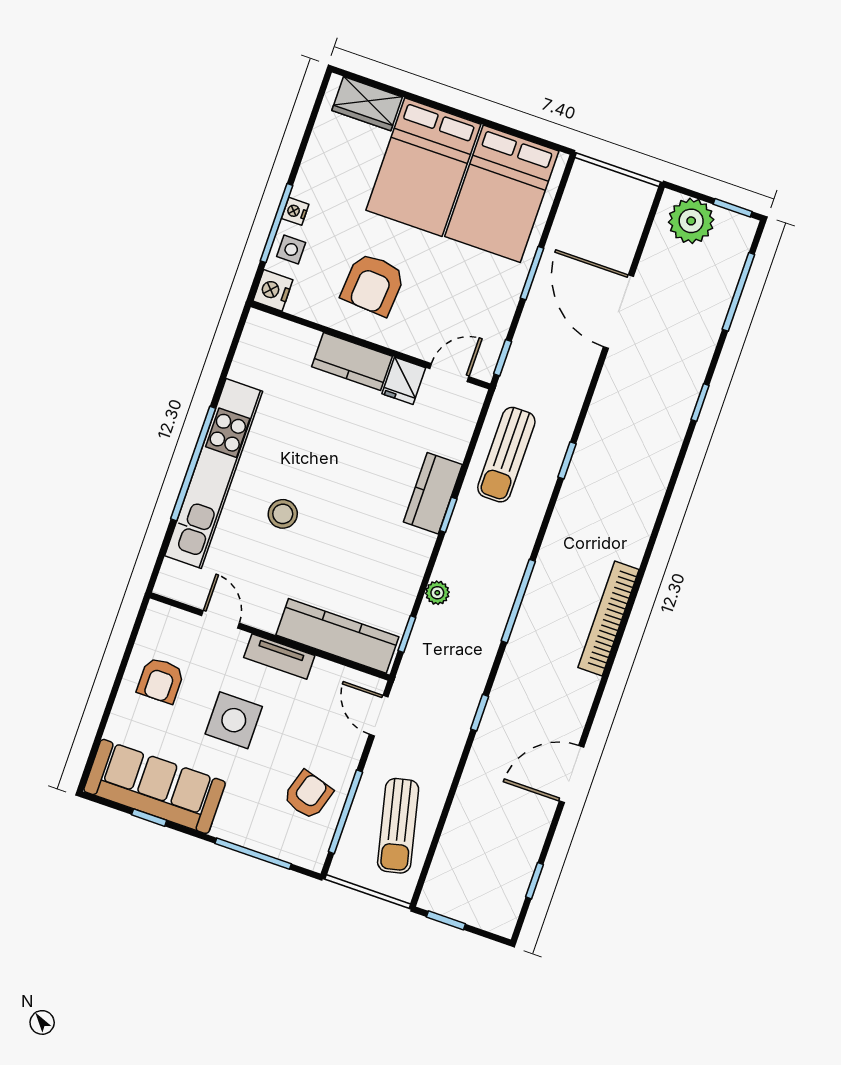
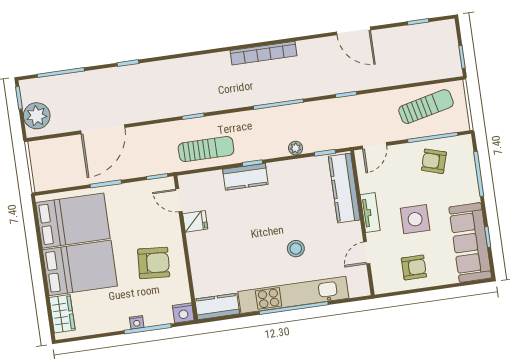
side table: (291, 249) -> (157, 314), removed
kitchen counter: (352, 361) -> (217, 306), moved, turned -90

